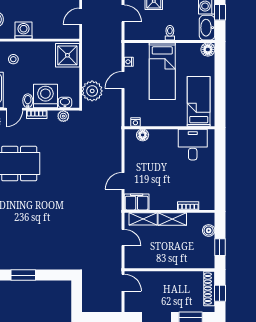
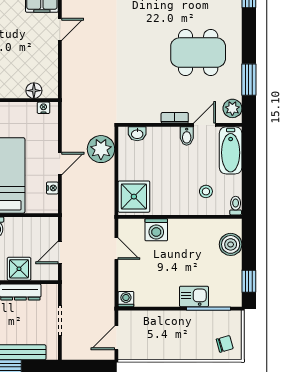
door: (123, 13) -> (60, 252), hinge flipped
door: (81, 16) -> (116, 249), hinge flipped
washing machine: (24, 30) -> (156, 230), moved
washing machine: (45, 96) -> (163, 142), removed
plant: (63, 116) -> (139, 116), removed

